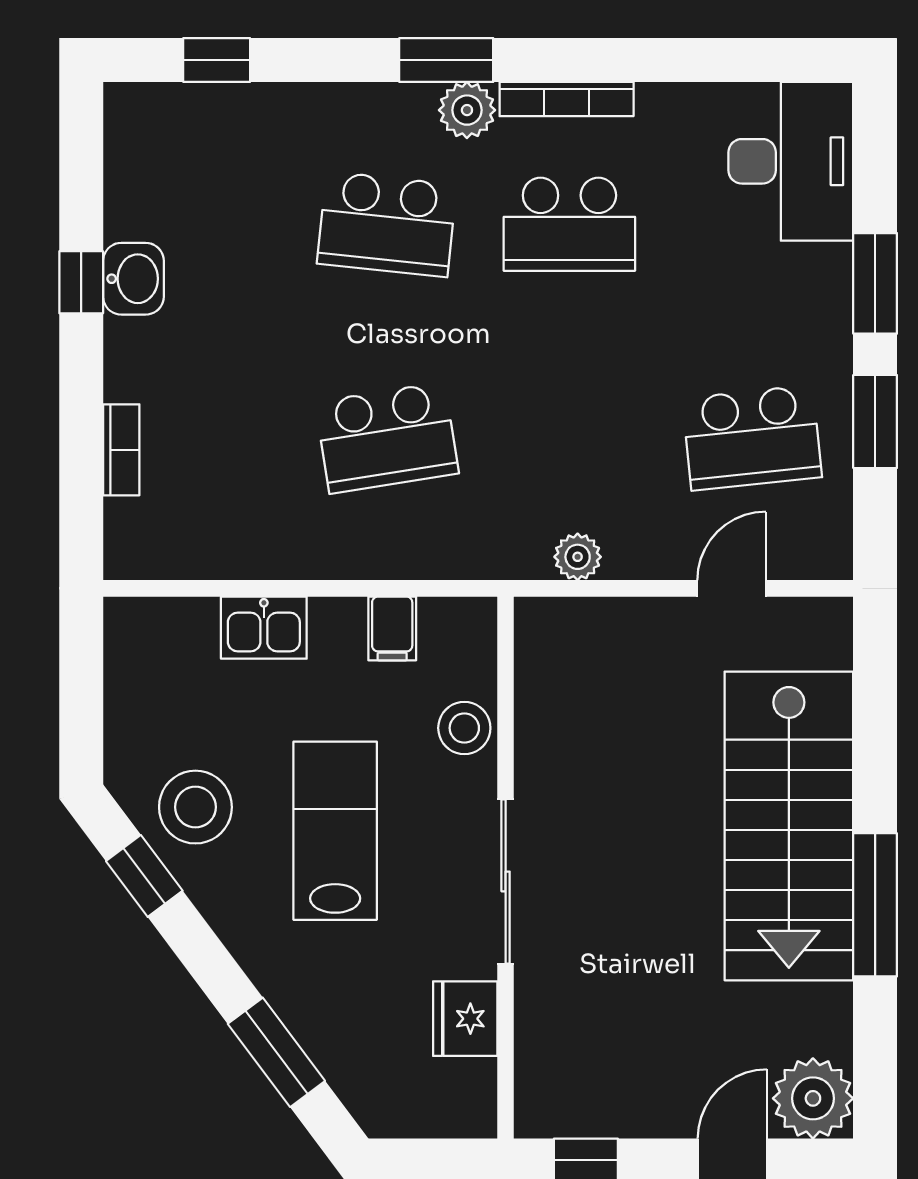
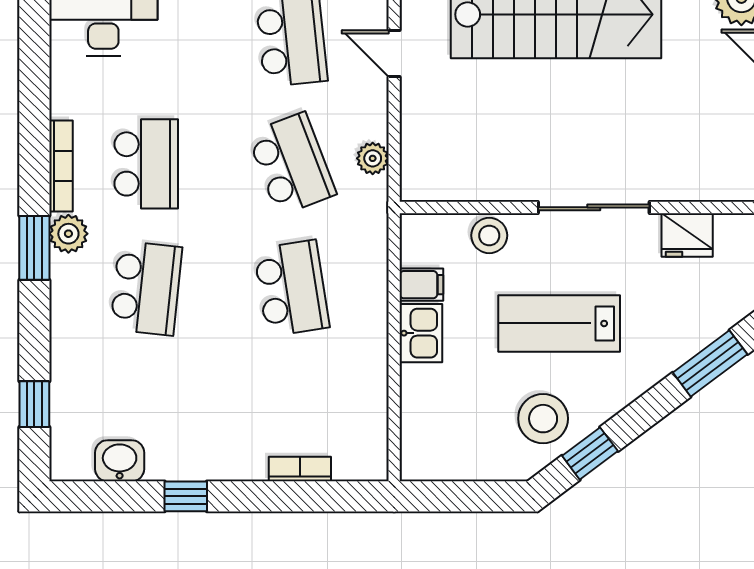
washbasin: (133, 279) -> (120, 461), moved
school desk: (569, 438) -> (292, 164), added
kitchen sink: (264, 628) -> (421, 333), moved

